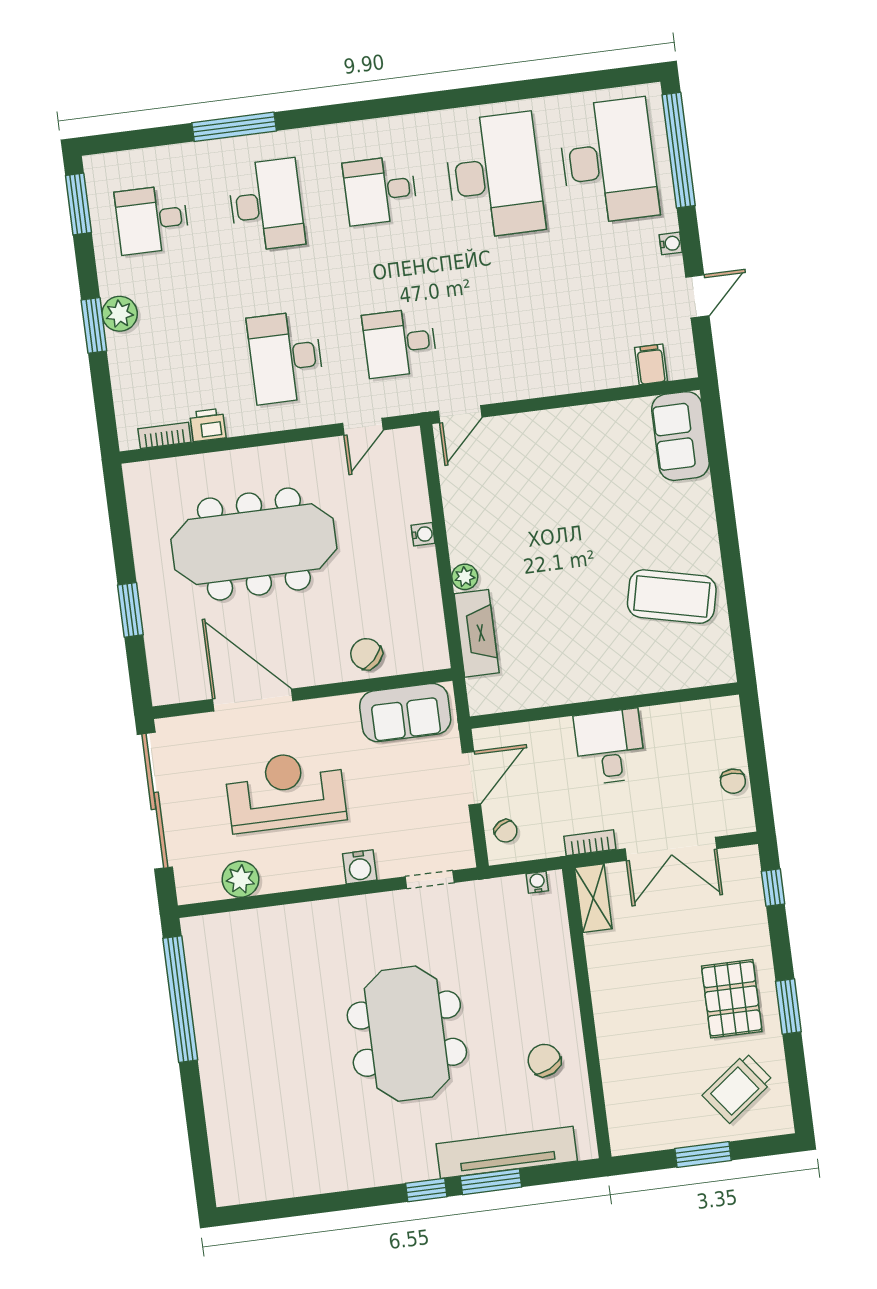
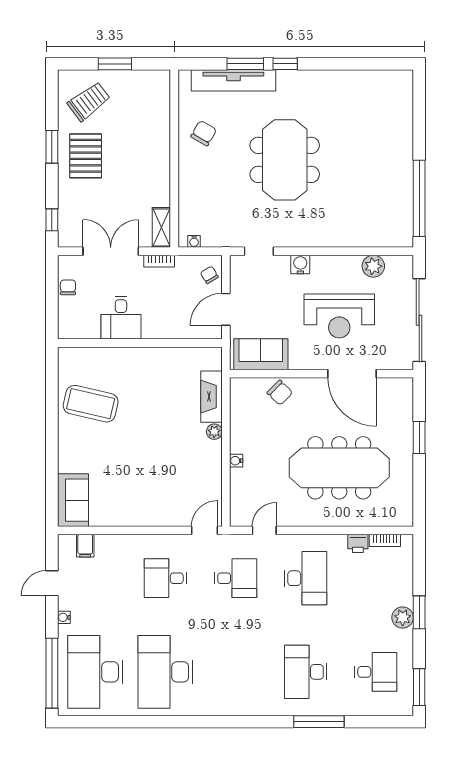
desk: (380, 190) -> (165, 578), moved, turned 180
desk: (610, 747) -> (121, 318), moved
chair: (544, 1060) -> (204, 133), turned -123

